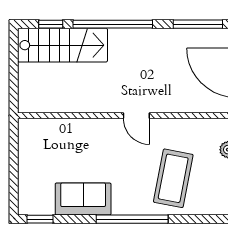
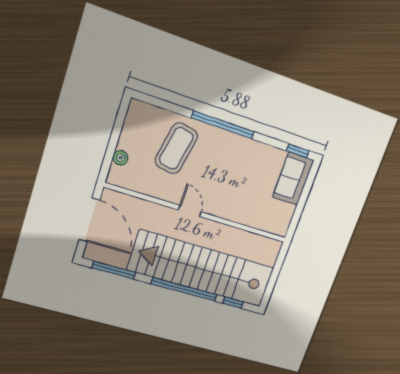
stairs: (62, 45) -> (202, 269), width x1.86, depth x1.51
sofa: (83, 199) -> (293, 179), moved, turned 90

